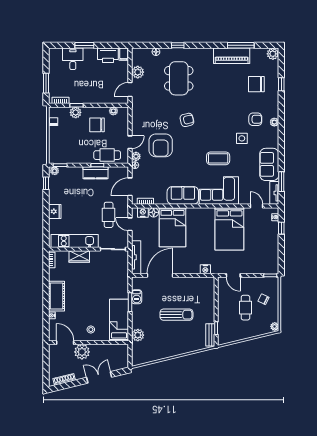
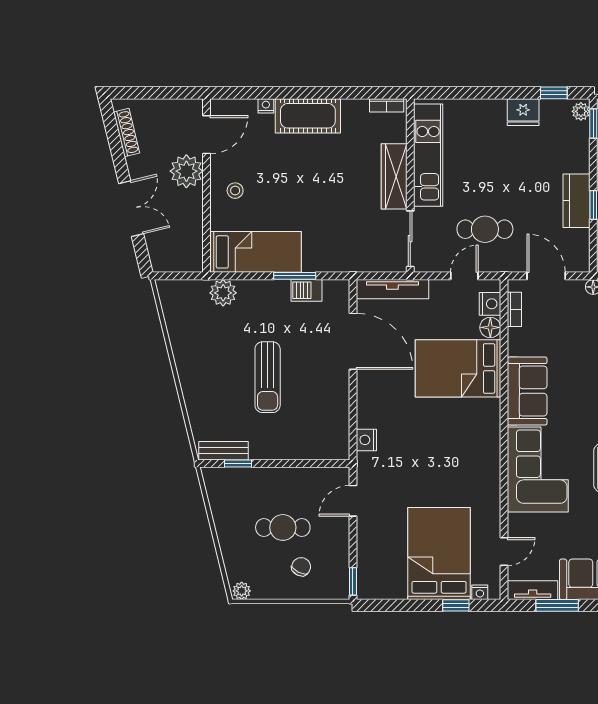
fridge: (55, 211) -> (523, 112), moved
bed: (229, 229) -> (439, 554), moved, turned 90
wardrobe: (79, 257) -> (394, 176), width x1.50

